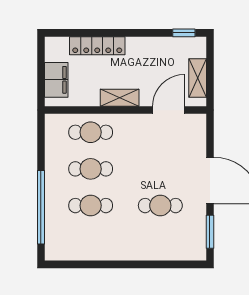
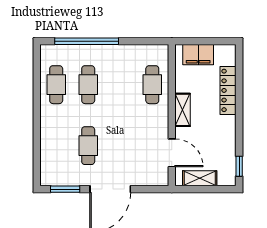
cafe table: (91, 169) -> (56, 85), moved

